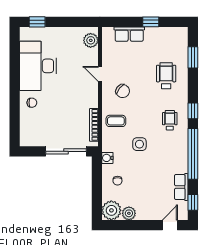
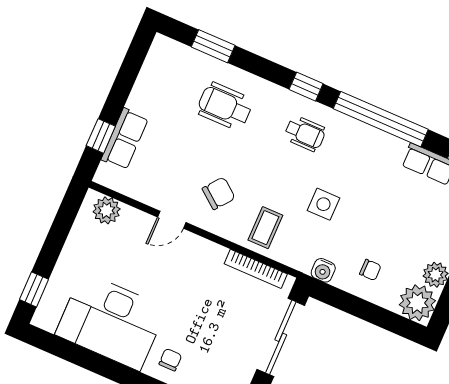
window: (151, 22) -> (101, 136), moved
wheelchair: (170, 120) -> (305, 134), turned 180

